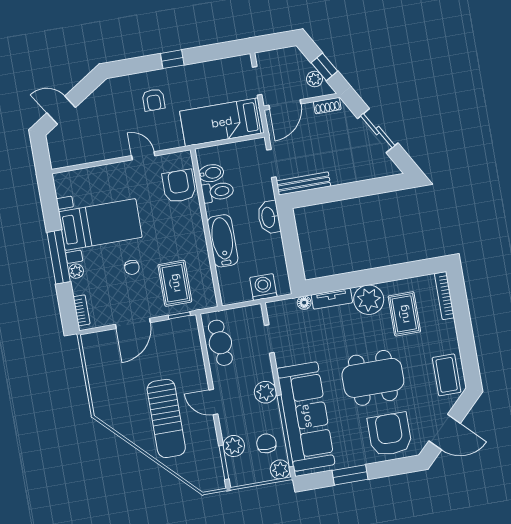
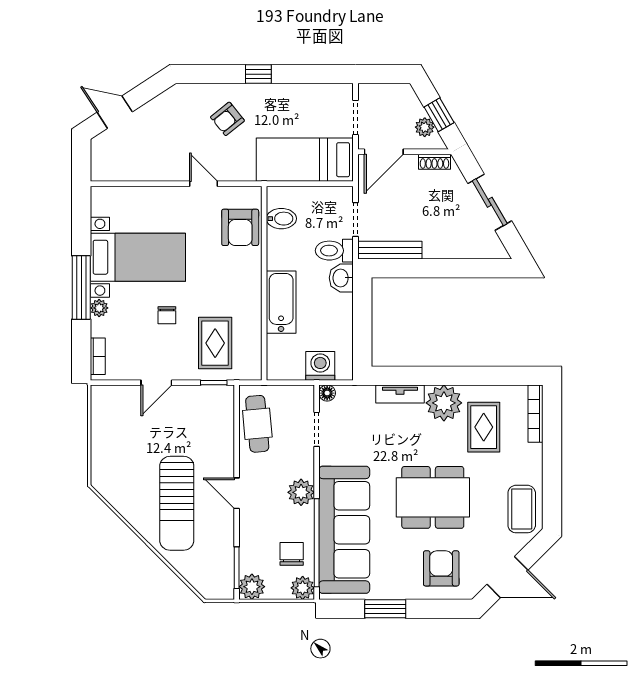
armchair: (154, 100) -> (227, 119), turned 51
armchair: (179, 186) -> (240, 227), turned 180
toilet: (218, 192) -> (334, 251), moved, turned 180
washbasin: (269, 217) -> (341, 278), width x0.72
floor lamp: (304, 303) -> (327, 393), moved
door: (133, 323) -> (156, 383), width x0.73
armchair: (390, 434) -> (441, 568), width x0.73, depth x0.73
plant: (234, 446) -> (252, 587), moved

